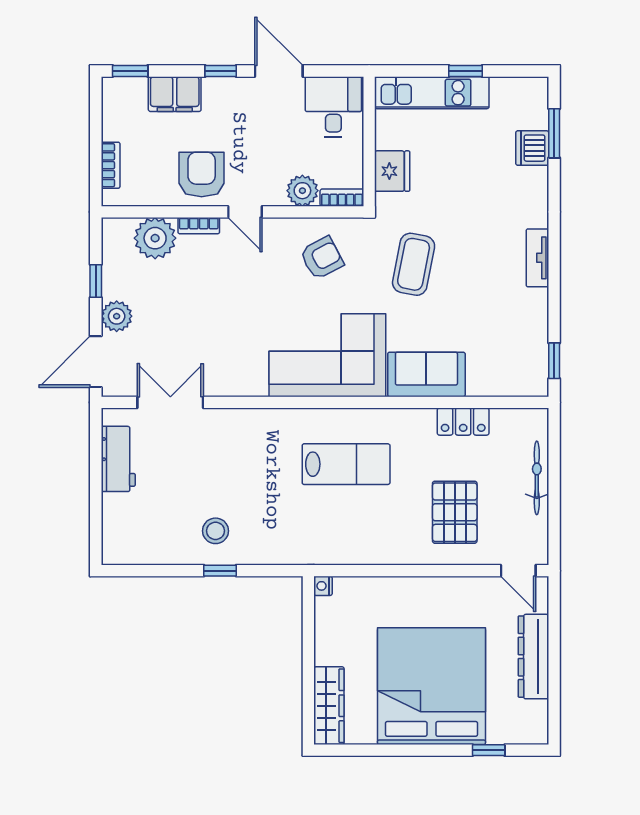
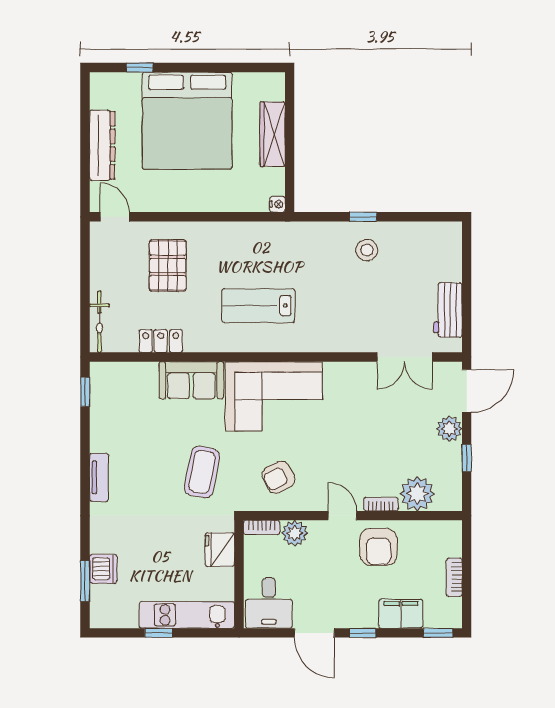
bookcase: (111, 165) -> (454, 577), moved
bicycle: (537, 478) -> (99, 322), moved
wardrobe: (329, 706) -> (272, 134), moved

